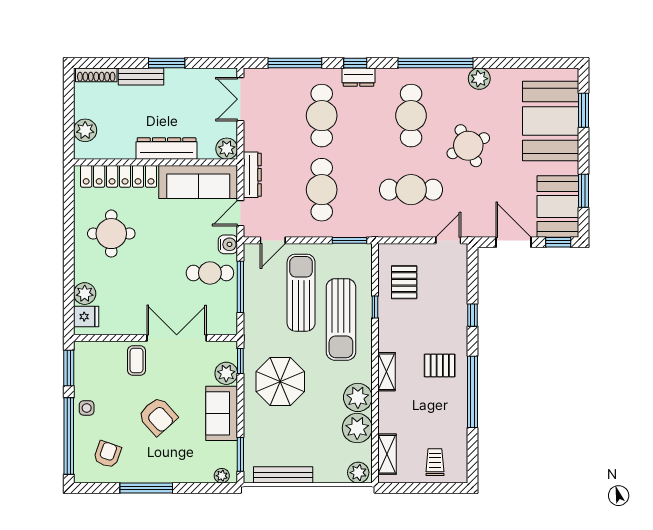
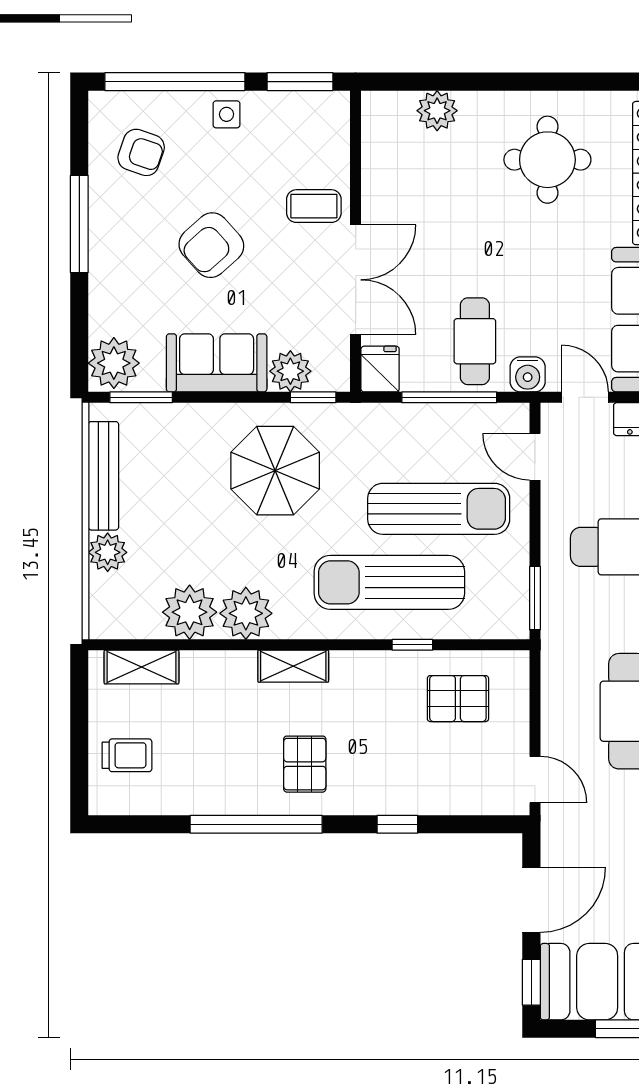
fridge: (86, 317) -> (380, 369), moved, turned 180
plant: (358, 473) -> (108, 552), moved
plant: (222, 476) -> (114, 363), width x1.88, depth x1.88

